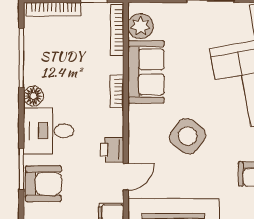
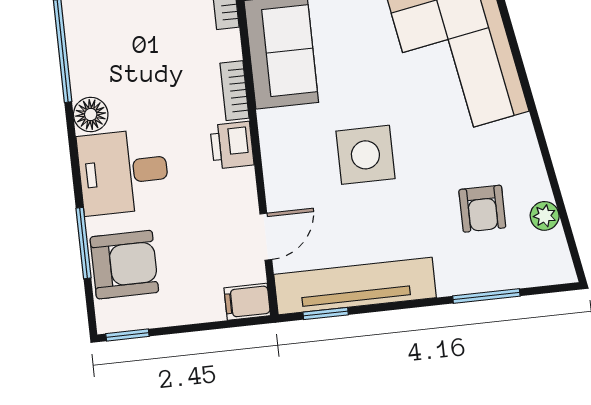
side table: (188, 136) -> (365, 155), turned -37
printer: (112, 150) -> (232, 145), moved

